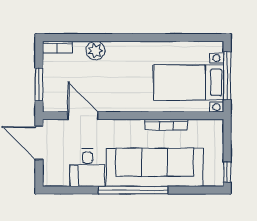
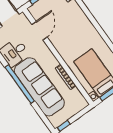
plant: (95, 51) -> (78, 13), removed

